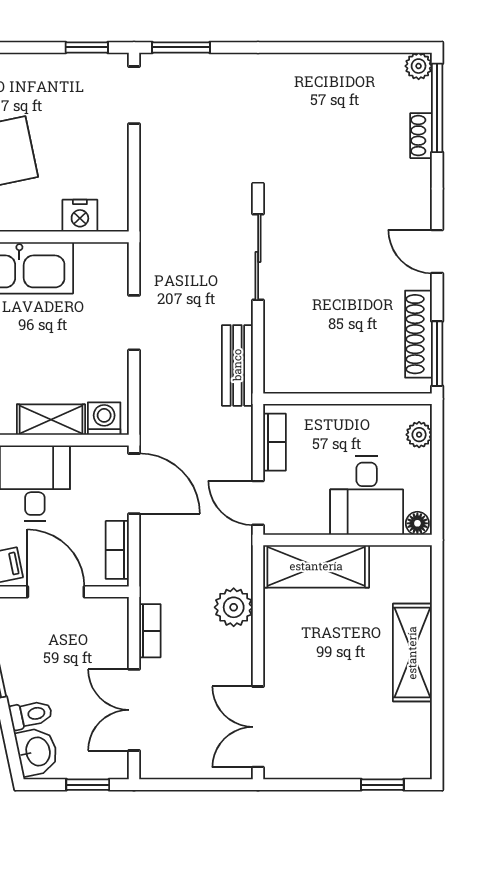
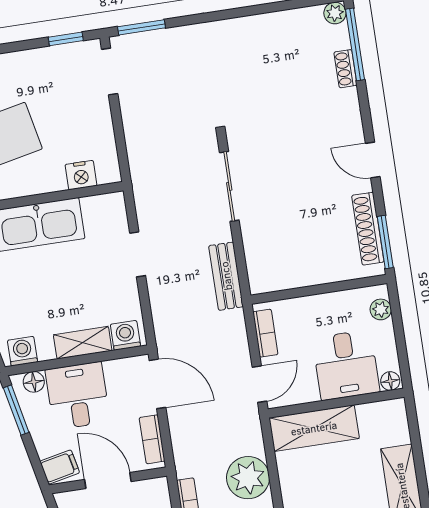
door: (258, 503) -> (260, 384), swing flipped
plant: (234, 607) -> (248, 478), width x1.36, depth x1.36

